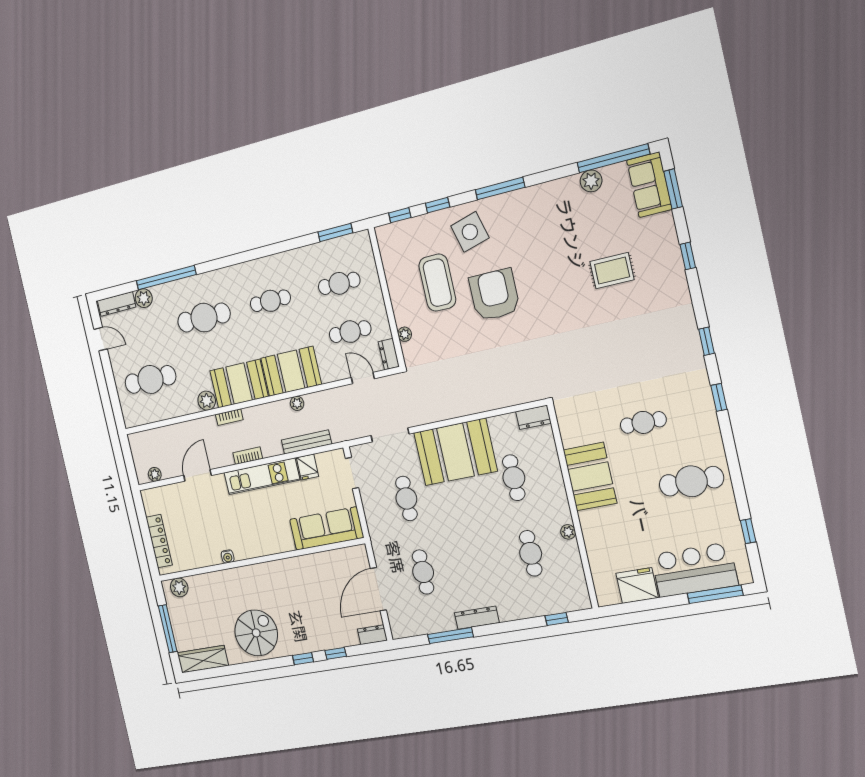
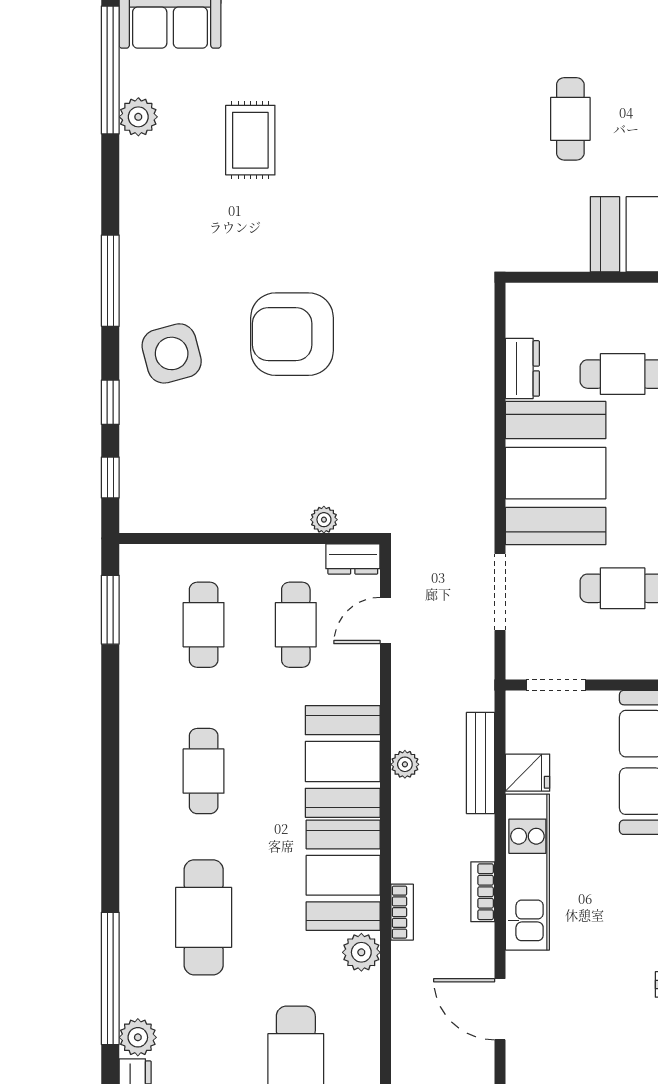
rug: (612, 271) -> (250, 140), moved
coffee table: (437, 283) -> (246, 435), removed
dresser: (533, 417) -> (522, 368), moved

